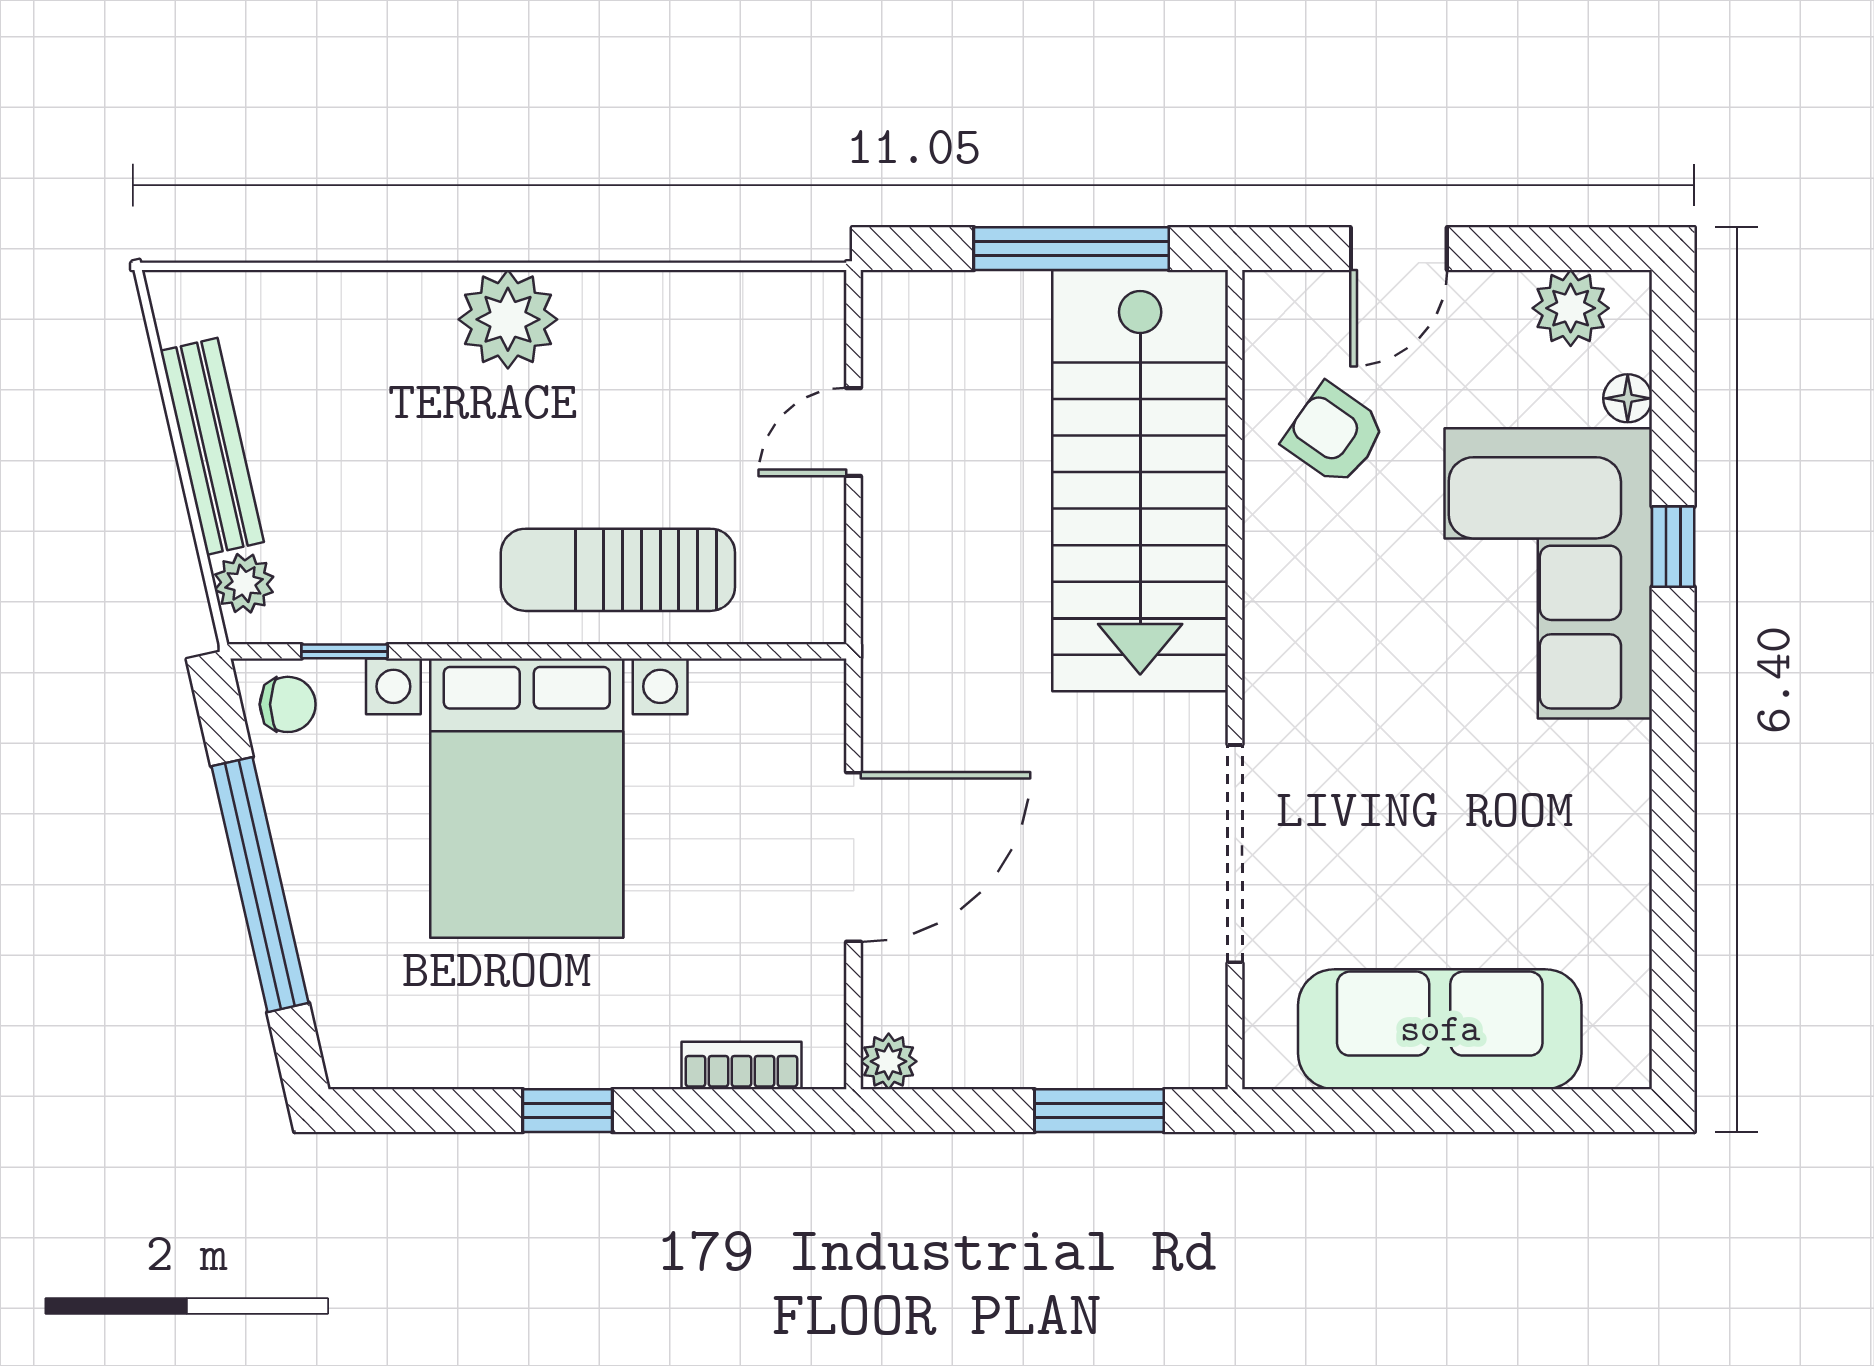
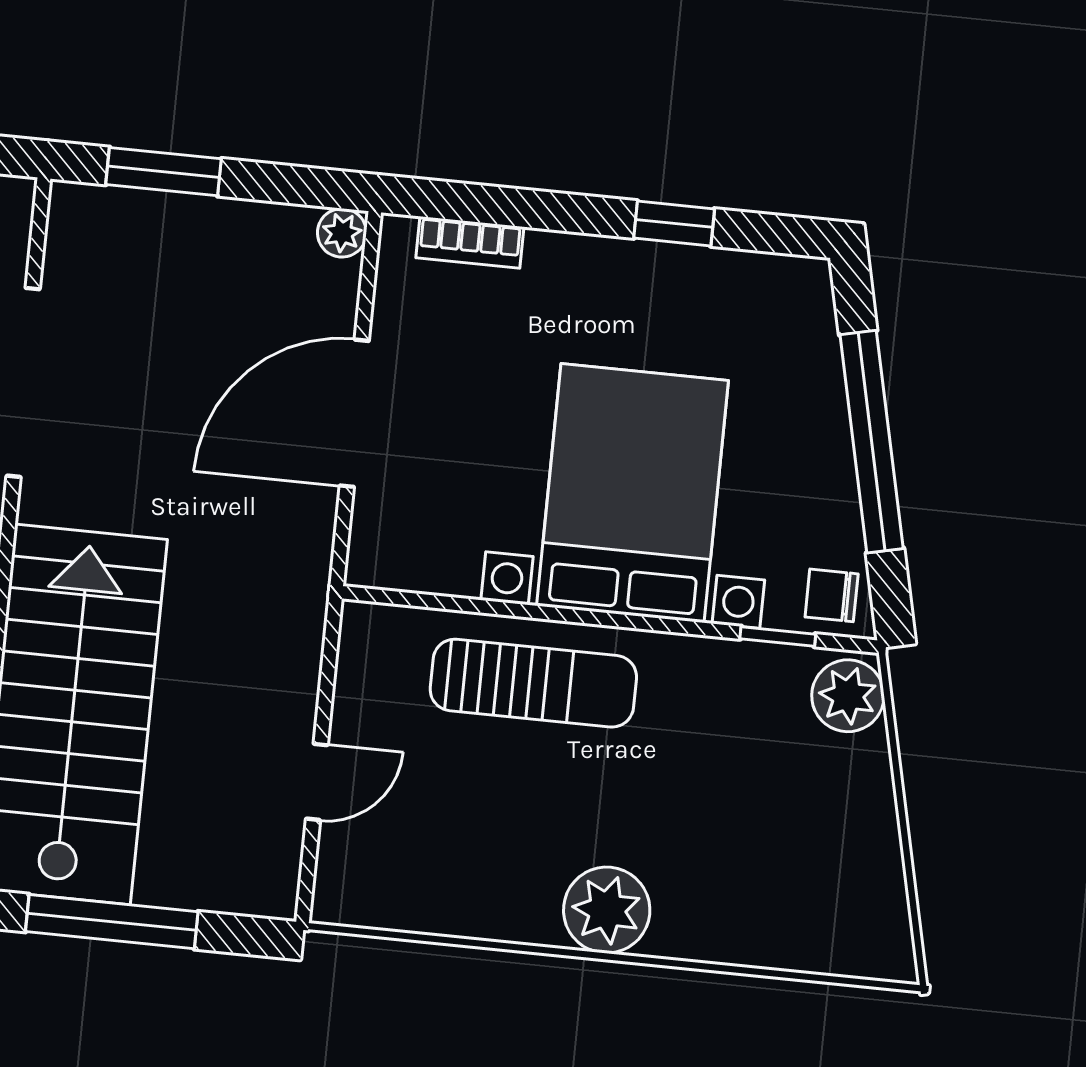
bench: (212, 446) -> (875, 826), removed
plant: (244, 583) -> (848, 696), width x1.38, depth x1.38
window: (567, 1111) -> (674, 223), moved

